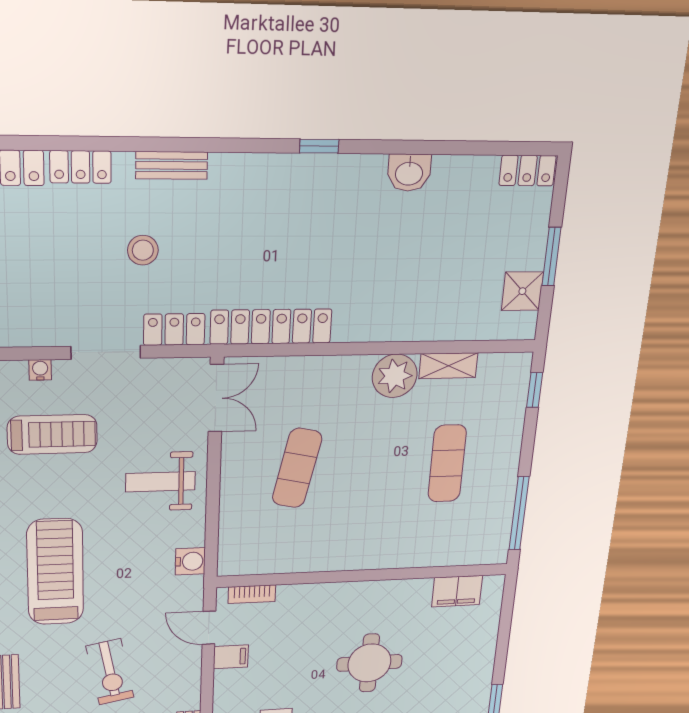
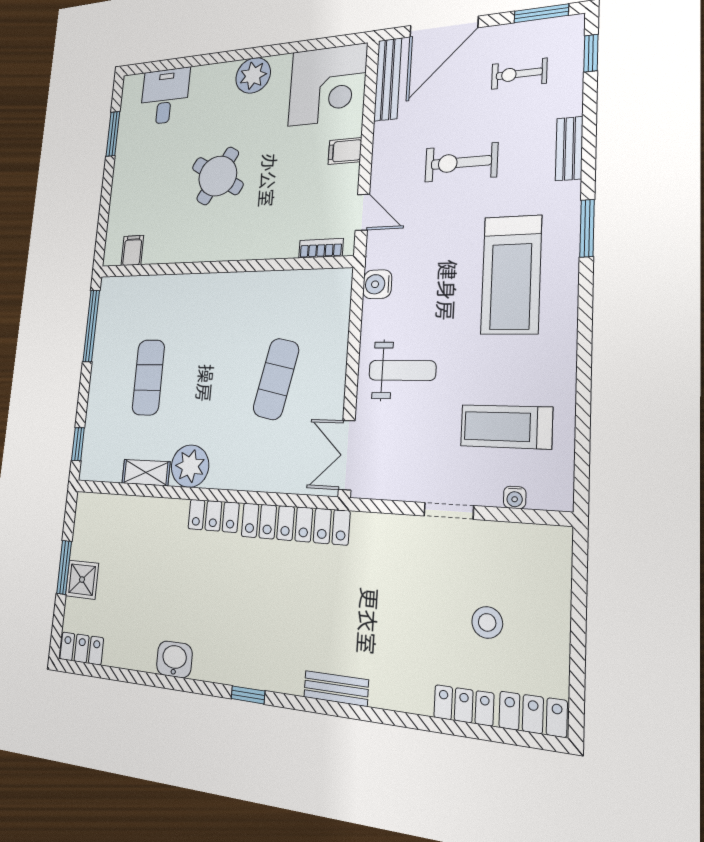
bench: (172, 165) -> (336, 689), moved
stool: (143, 250) -> (487, 622), moved
shower: (522, 291) -> (82, 580), moved
locker: (174, 329) -> (213, 516), moved
doorway: (106, 352) -> (449, 511), width x0.73
filing cabinet: (457, 591) -> (132, 250), width x0.50
filing cabinet: (231, 657) -> (345, 151), moved
round table: (369, 663) -> (218, 176), turned 31
exercise bike: (110, 672) -> (461, 162), turned -79

